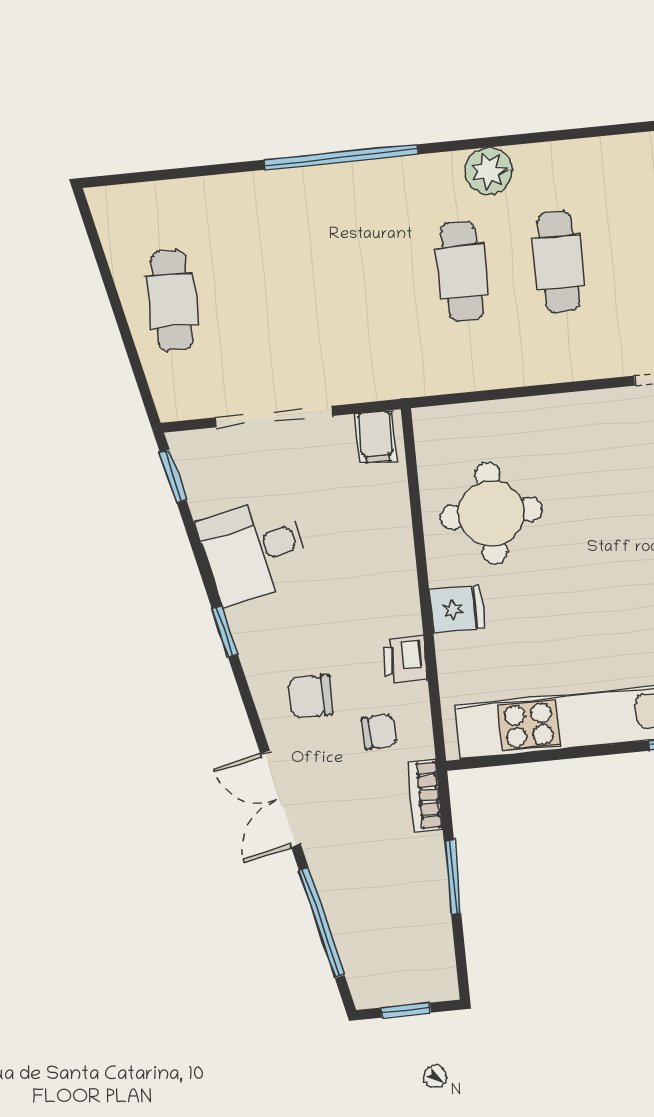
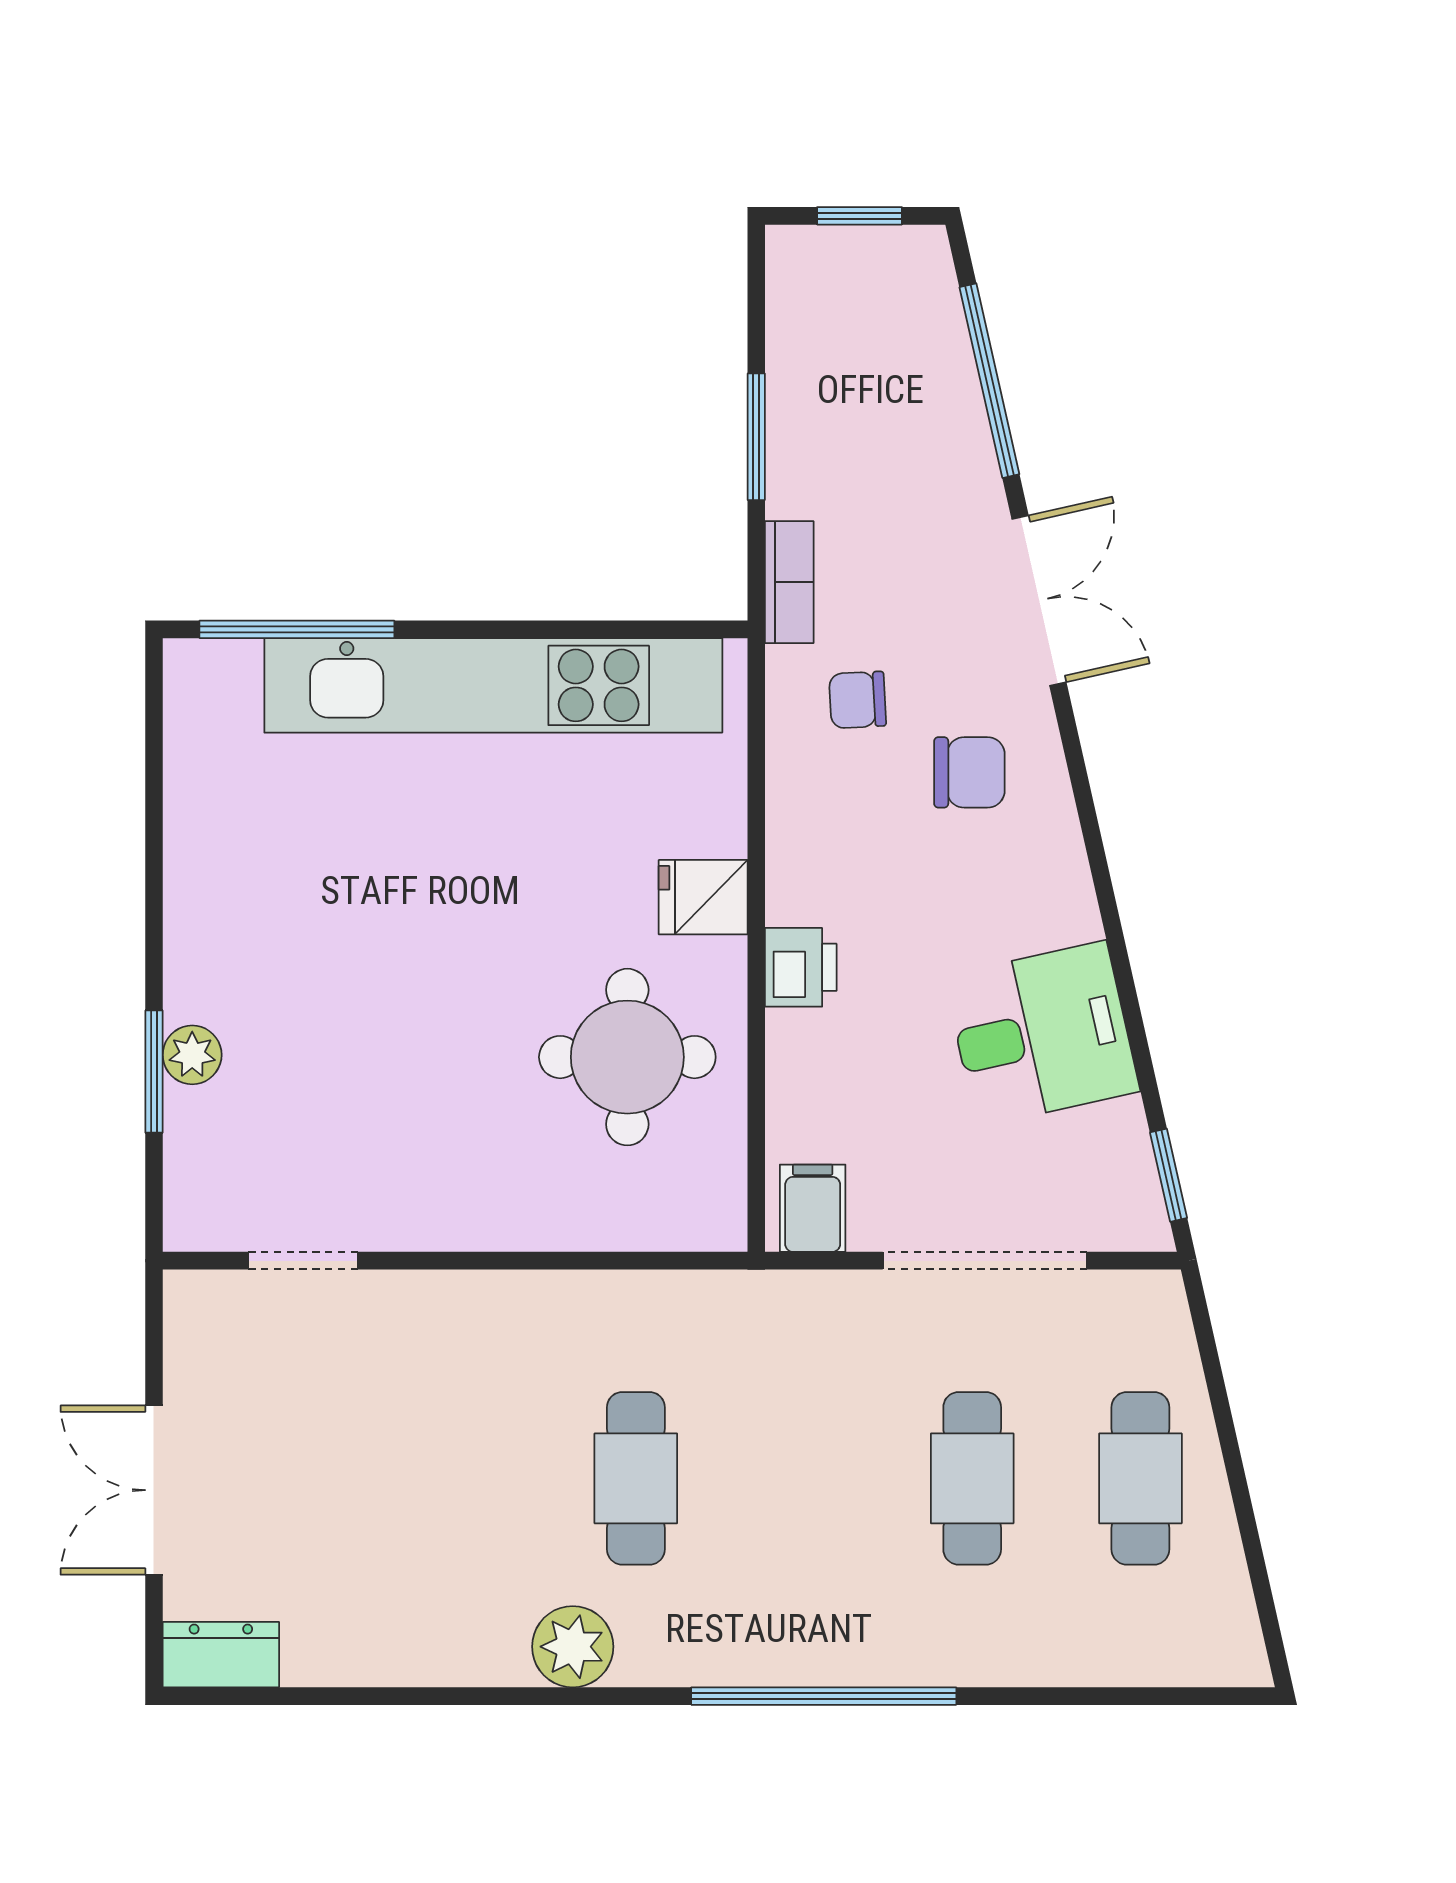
cafe table: (559, 262) -> (972, 1478), moved
window: (225, 631) -> (1106, 900), removed
printer: (405, 660) -> (801, 967), moved

